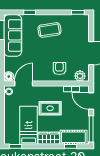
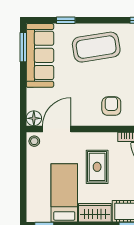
coffee table: (49, 30) -> (96, 47), width x1.36, depth x1.32
rug: (50, 108) -> (97, 167), turned 90

